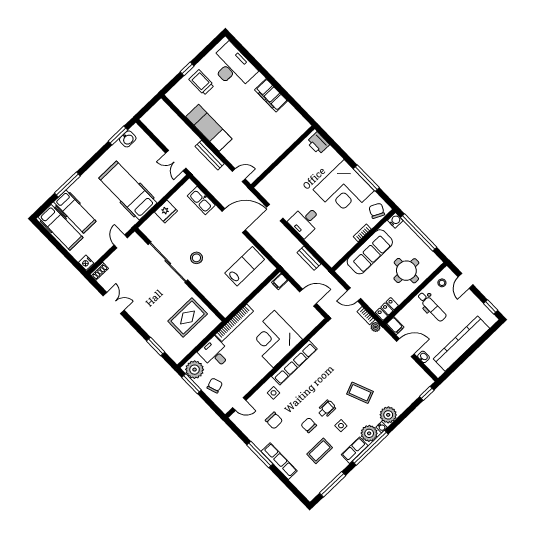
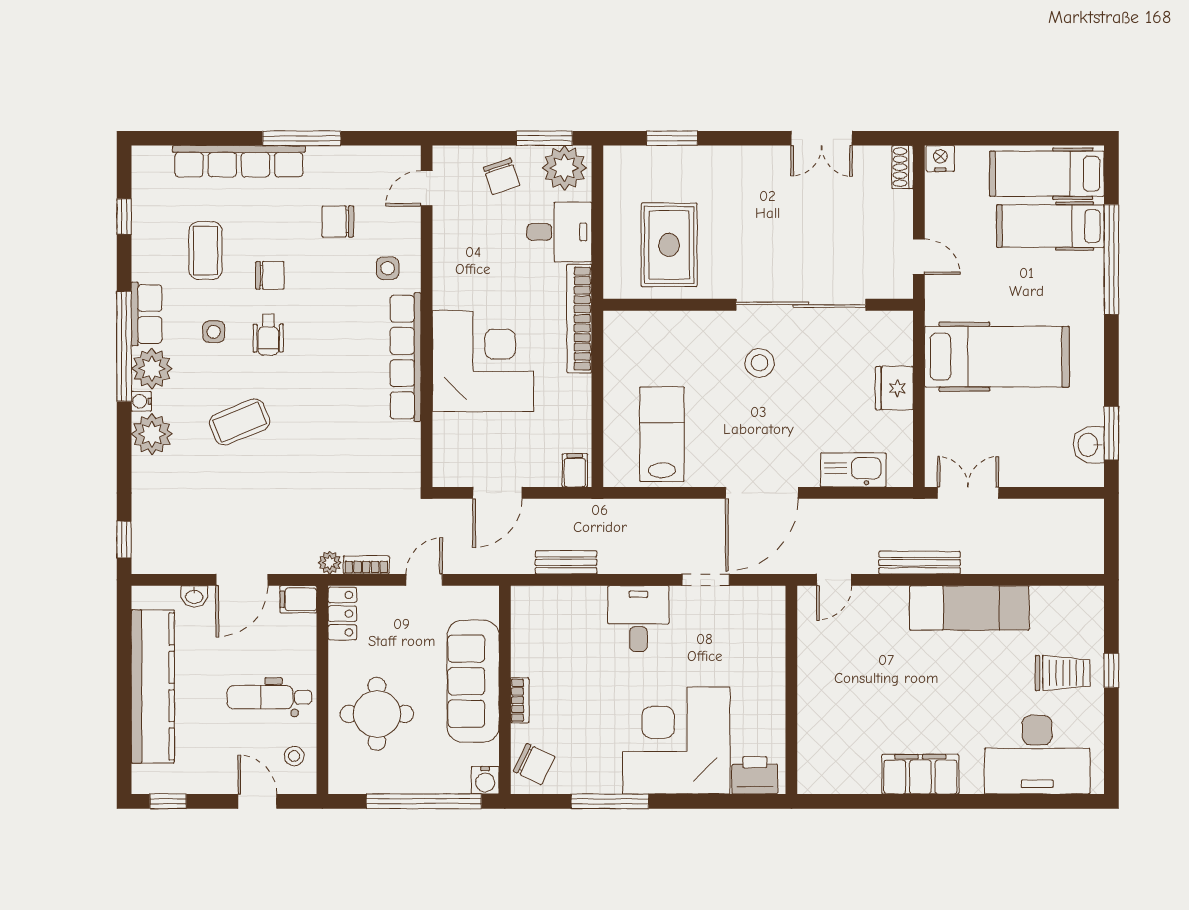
window: (67, 184) -> (1111, 260), width x1.46
corner desk: (344, 190) -> (676, 740), moved
lab bench: (245, 266) -> (662, 434), turned 180
row of seats: (279, 461) -> (239, 161), width x1.36
window: (333, 484) -> (124, 217), width x0.46

